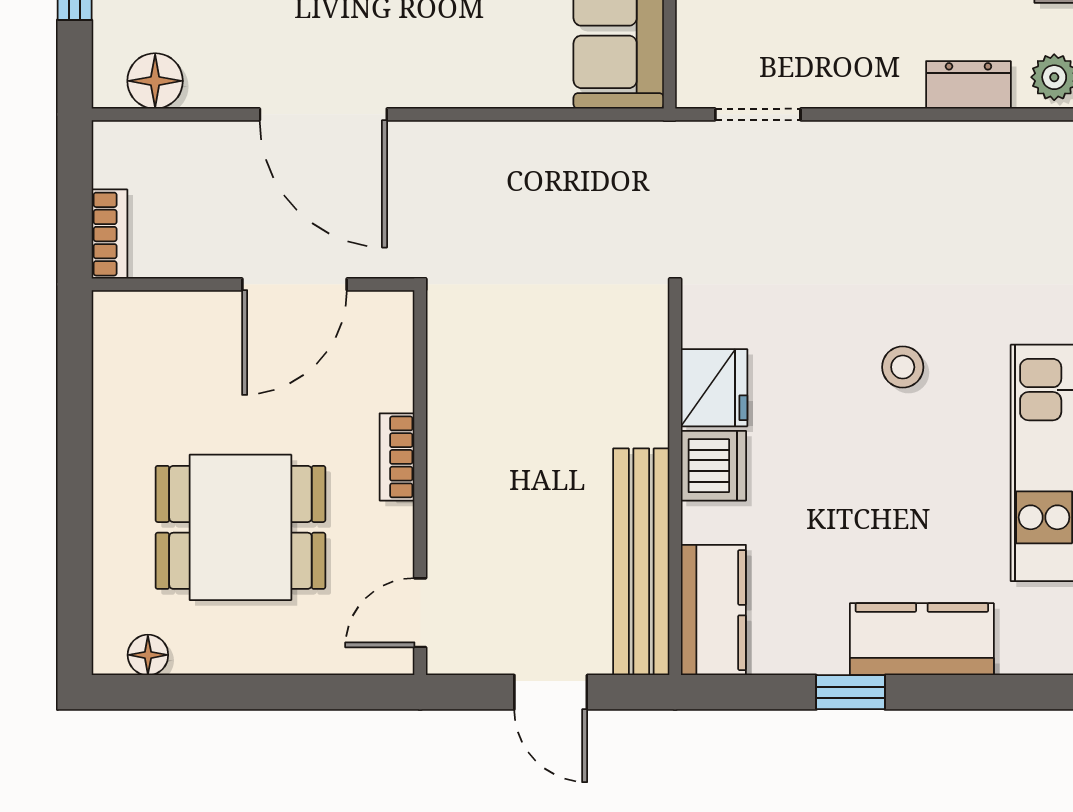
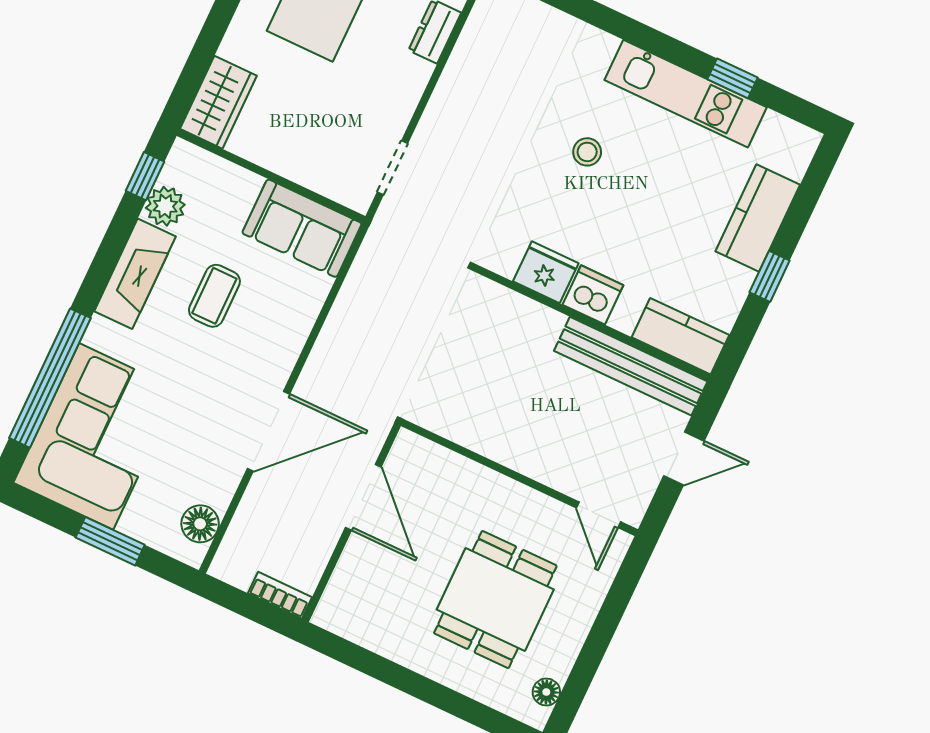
bookcase: (397, 457) -> (497, 484), removed

